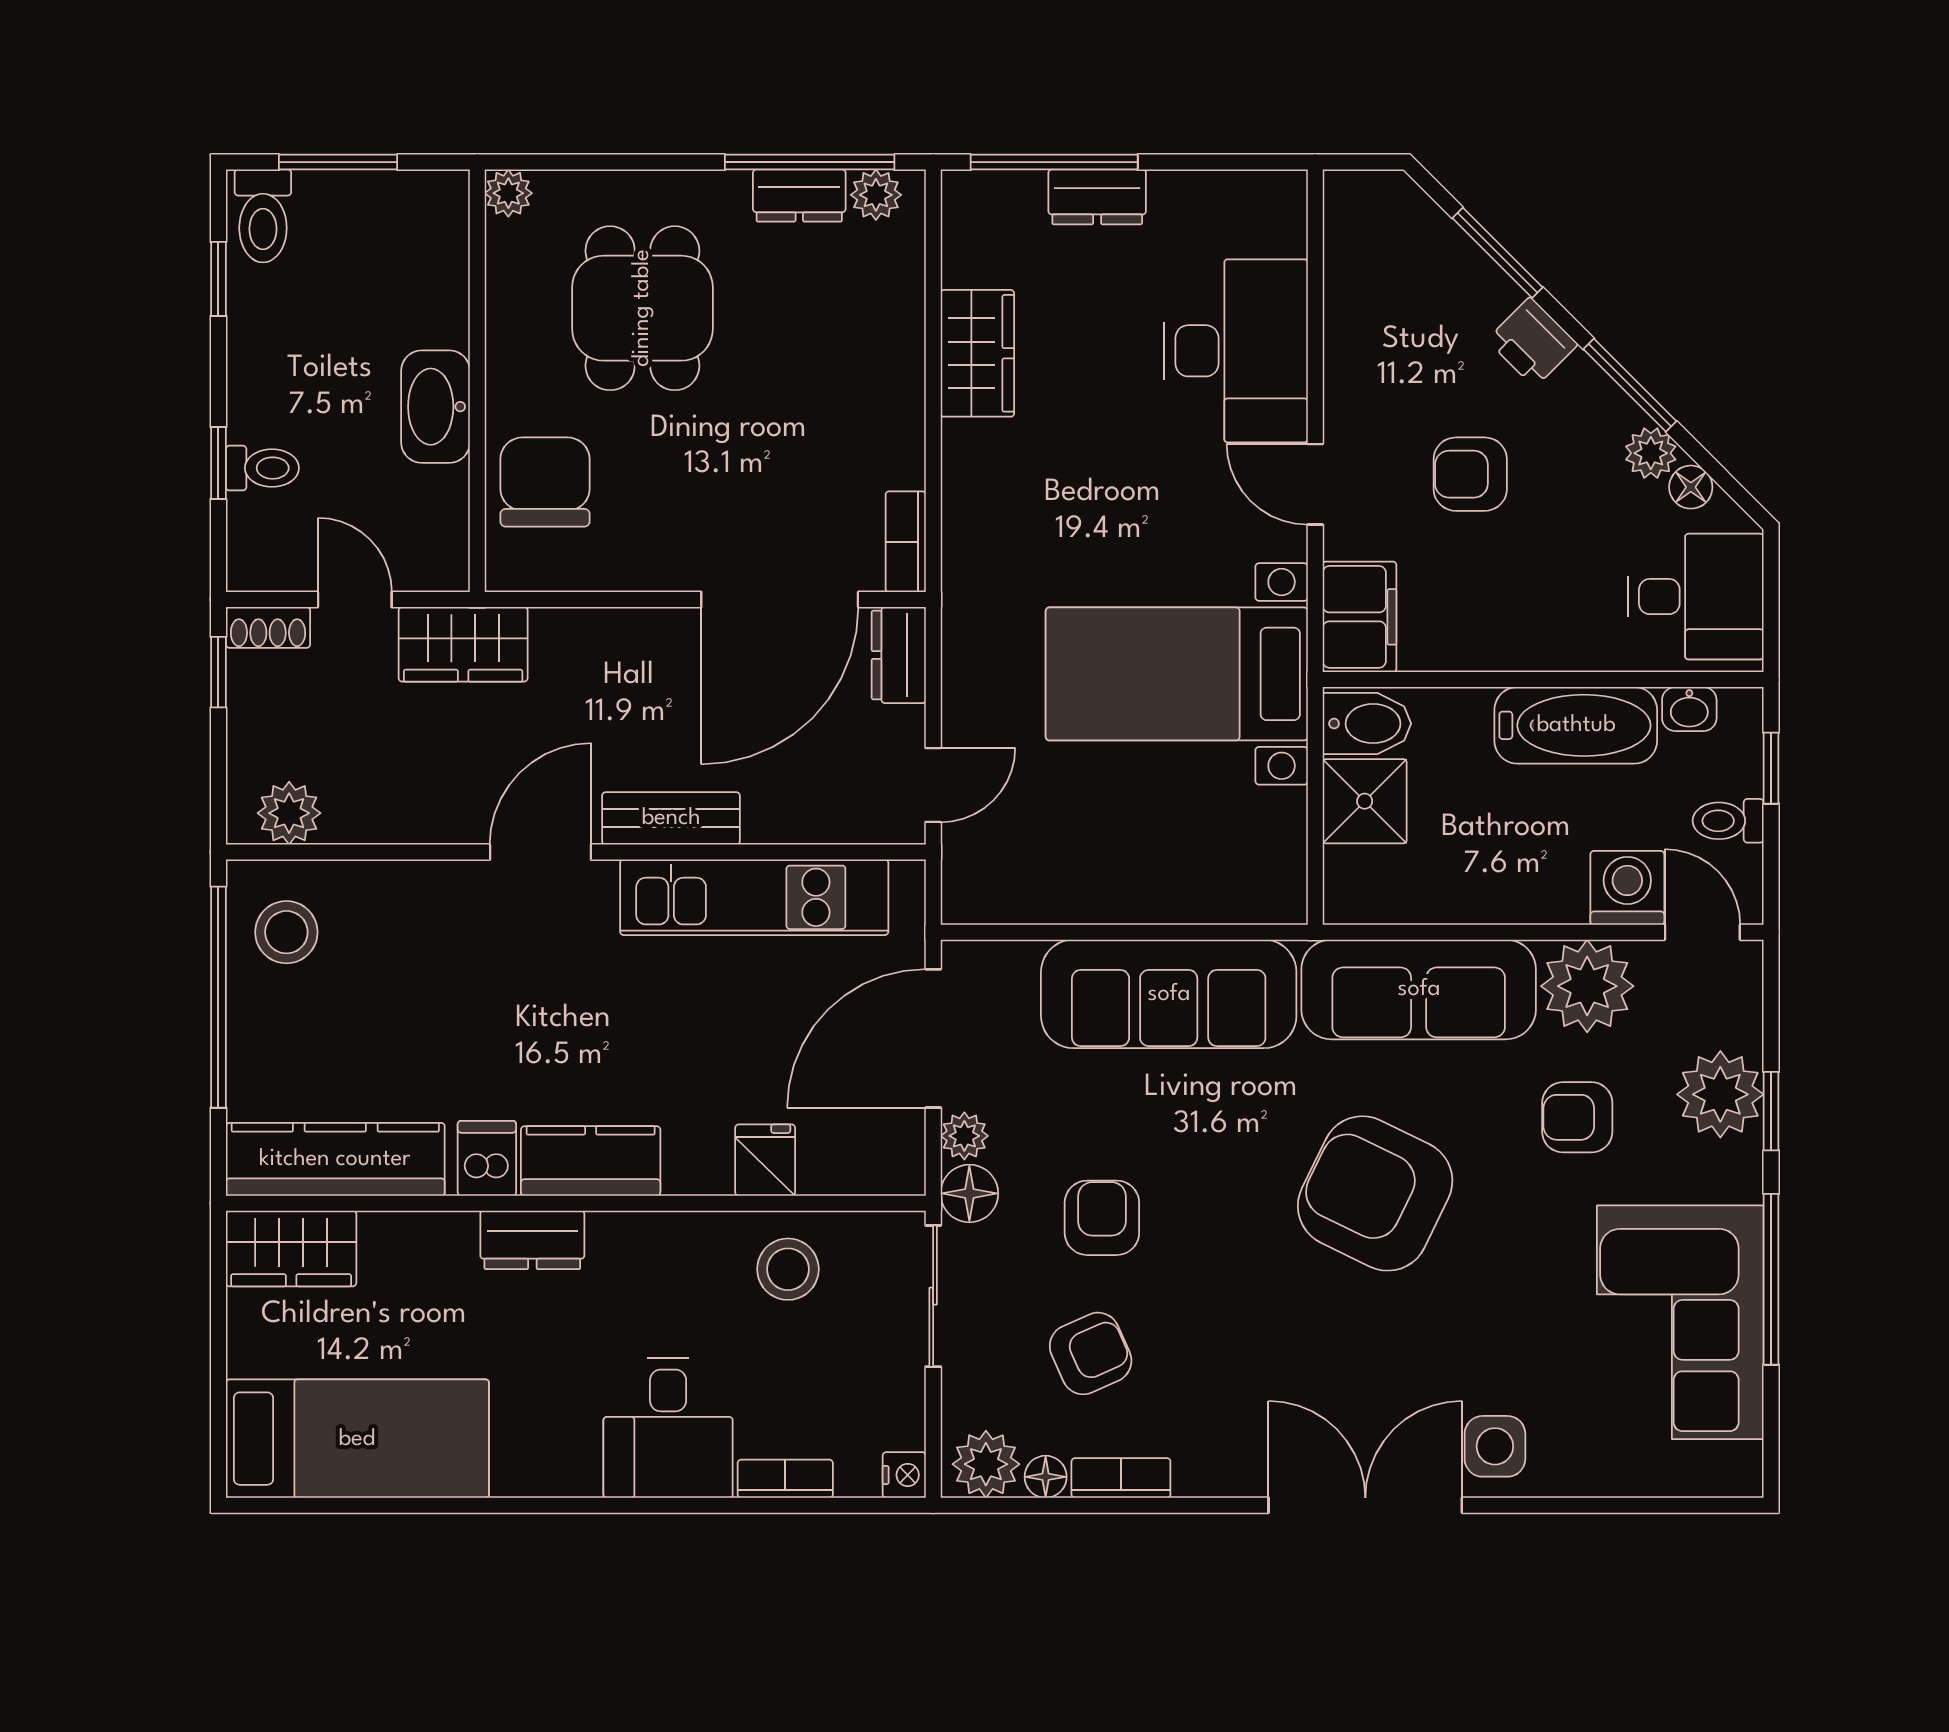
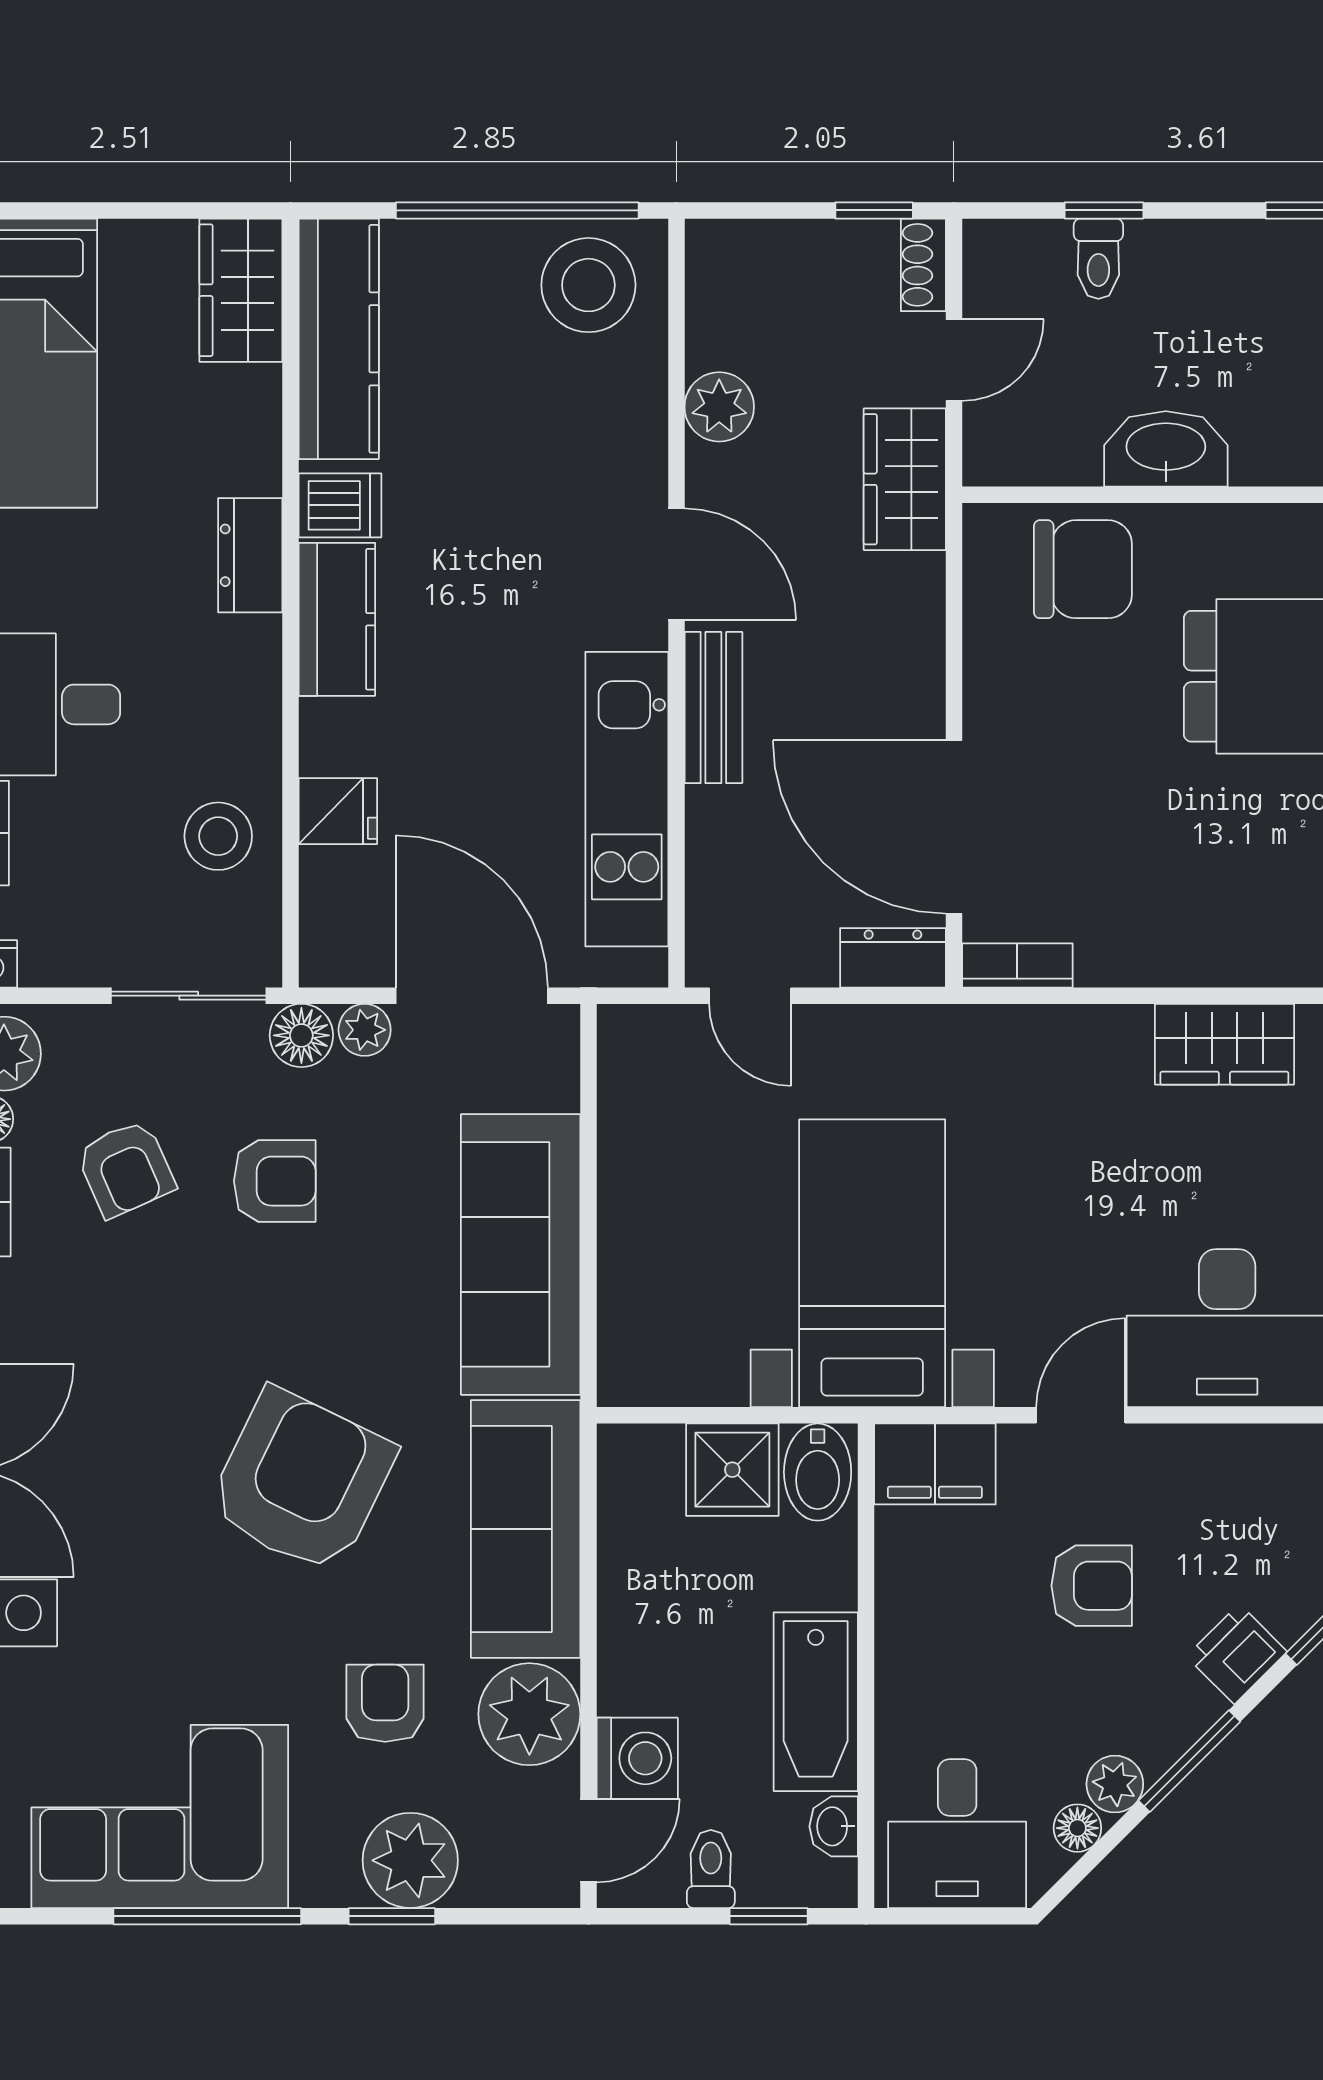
armchair: (1470, 474) -> (1092, 1586), turned 90
plant: (289, 813) -> (719, 407), moved
stool: (286, 932) -> (588, 285), width x1.38, depth x1.38

